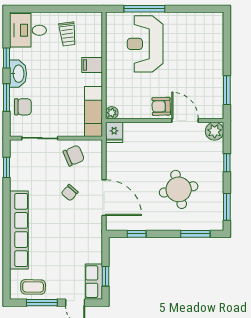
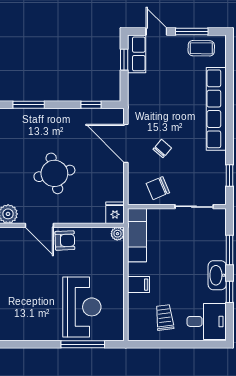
chair: (23, 107) -> (212, 240), removed
round table: (179, 189) -> (54, 173), moved

